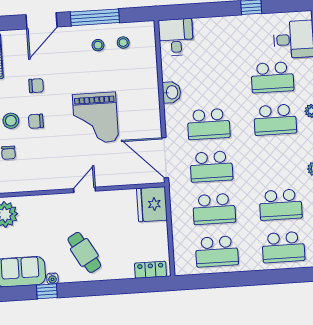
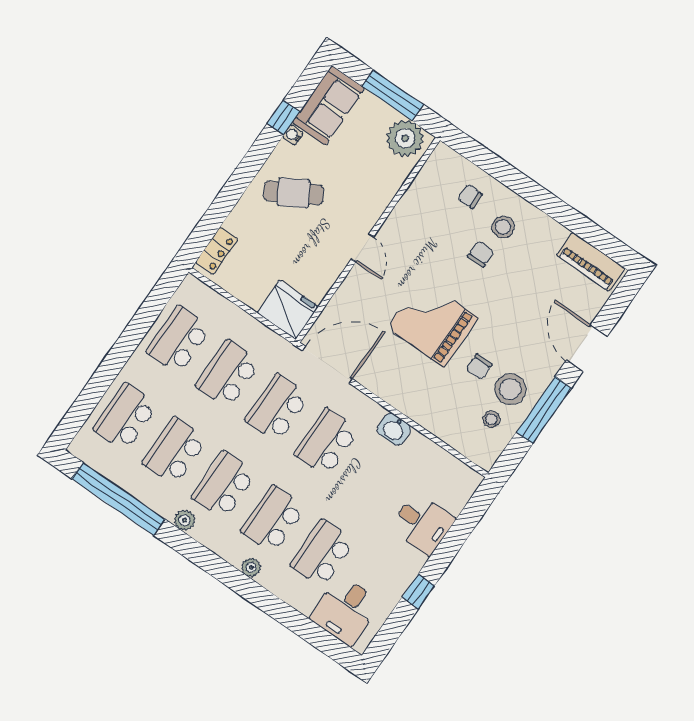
desk: (176, 37) -> (422, 524), moved
stool: (98, 45) -> (510, 389), width x1.89, depth x1.89
chair: (36, 86) -> (479, 367), moved
school desk: (278, 162) -> (224, 485), added

